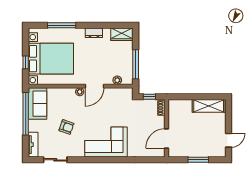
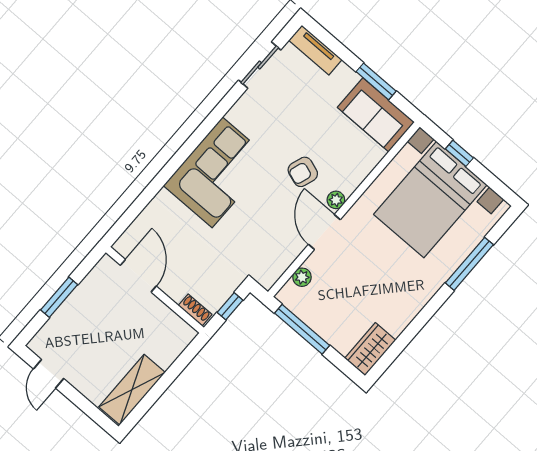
dresser: (94, 33) -> (412, 306), removed
window: (26, 114) -> (376, 81), width x0.47
armchair: (66, 127) -> (303, 172), moved

